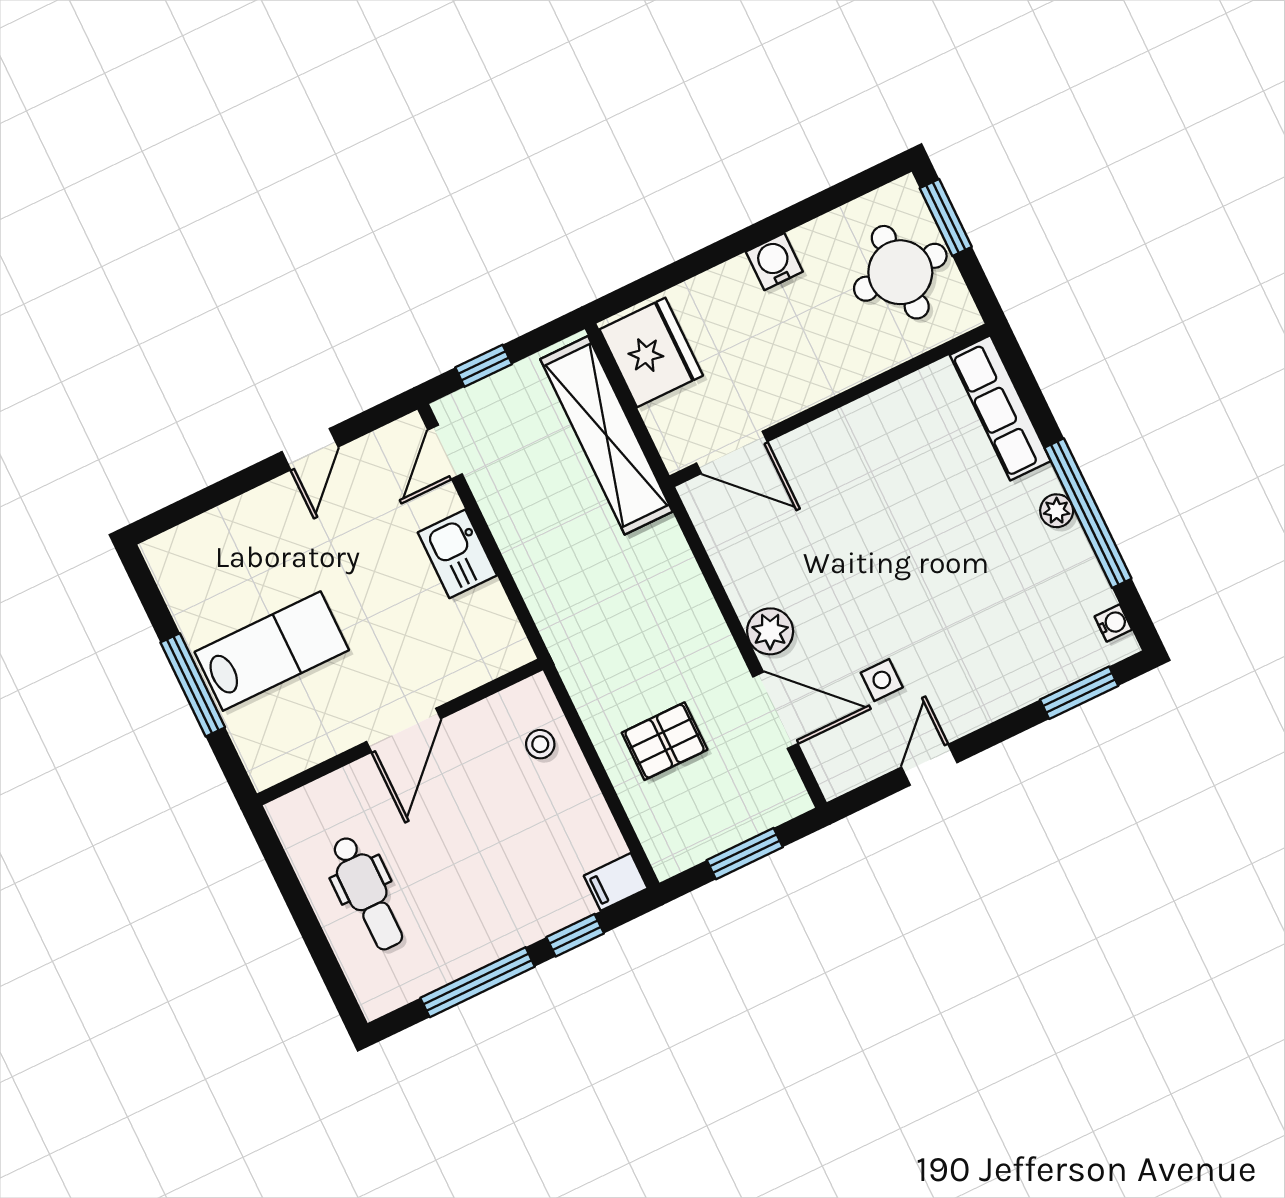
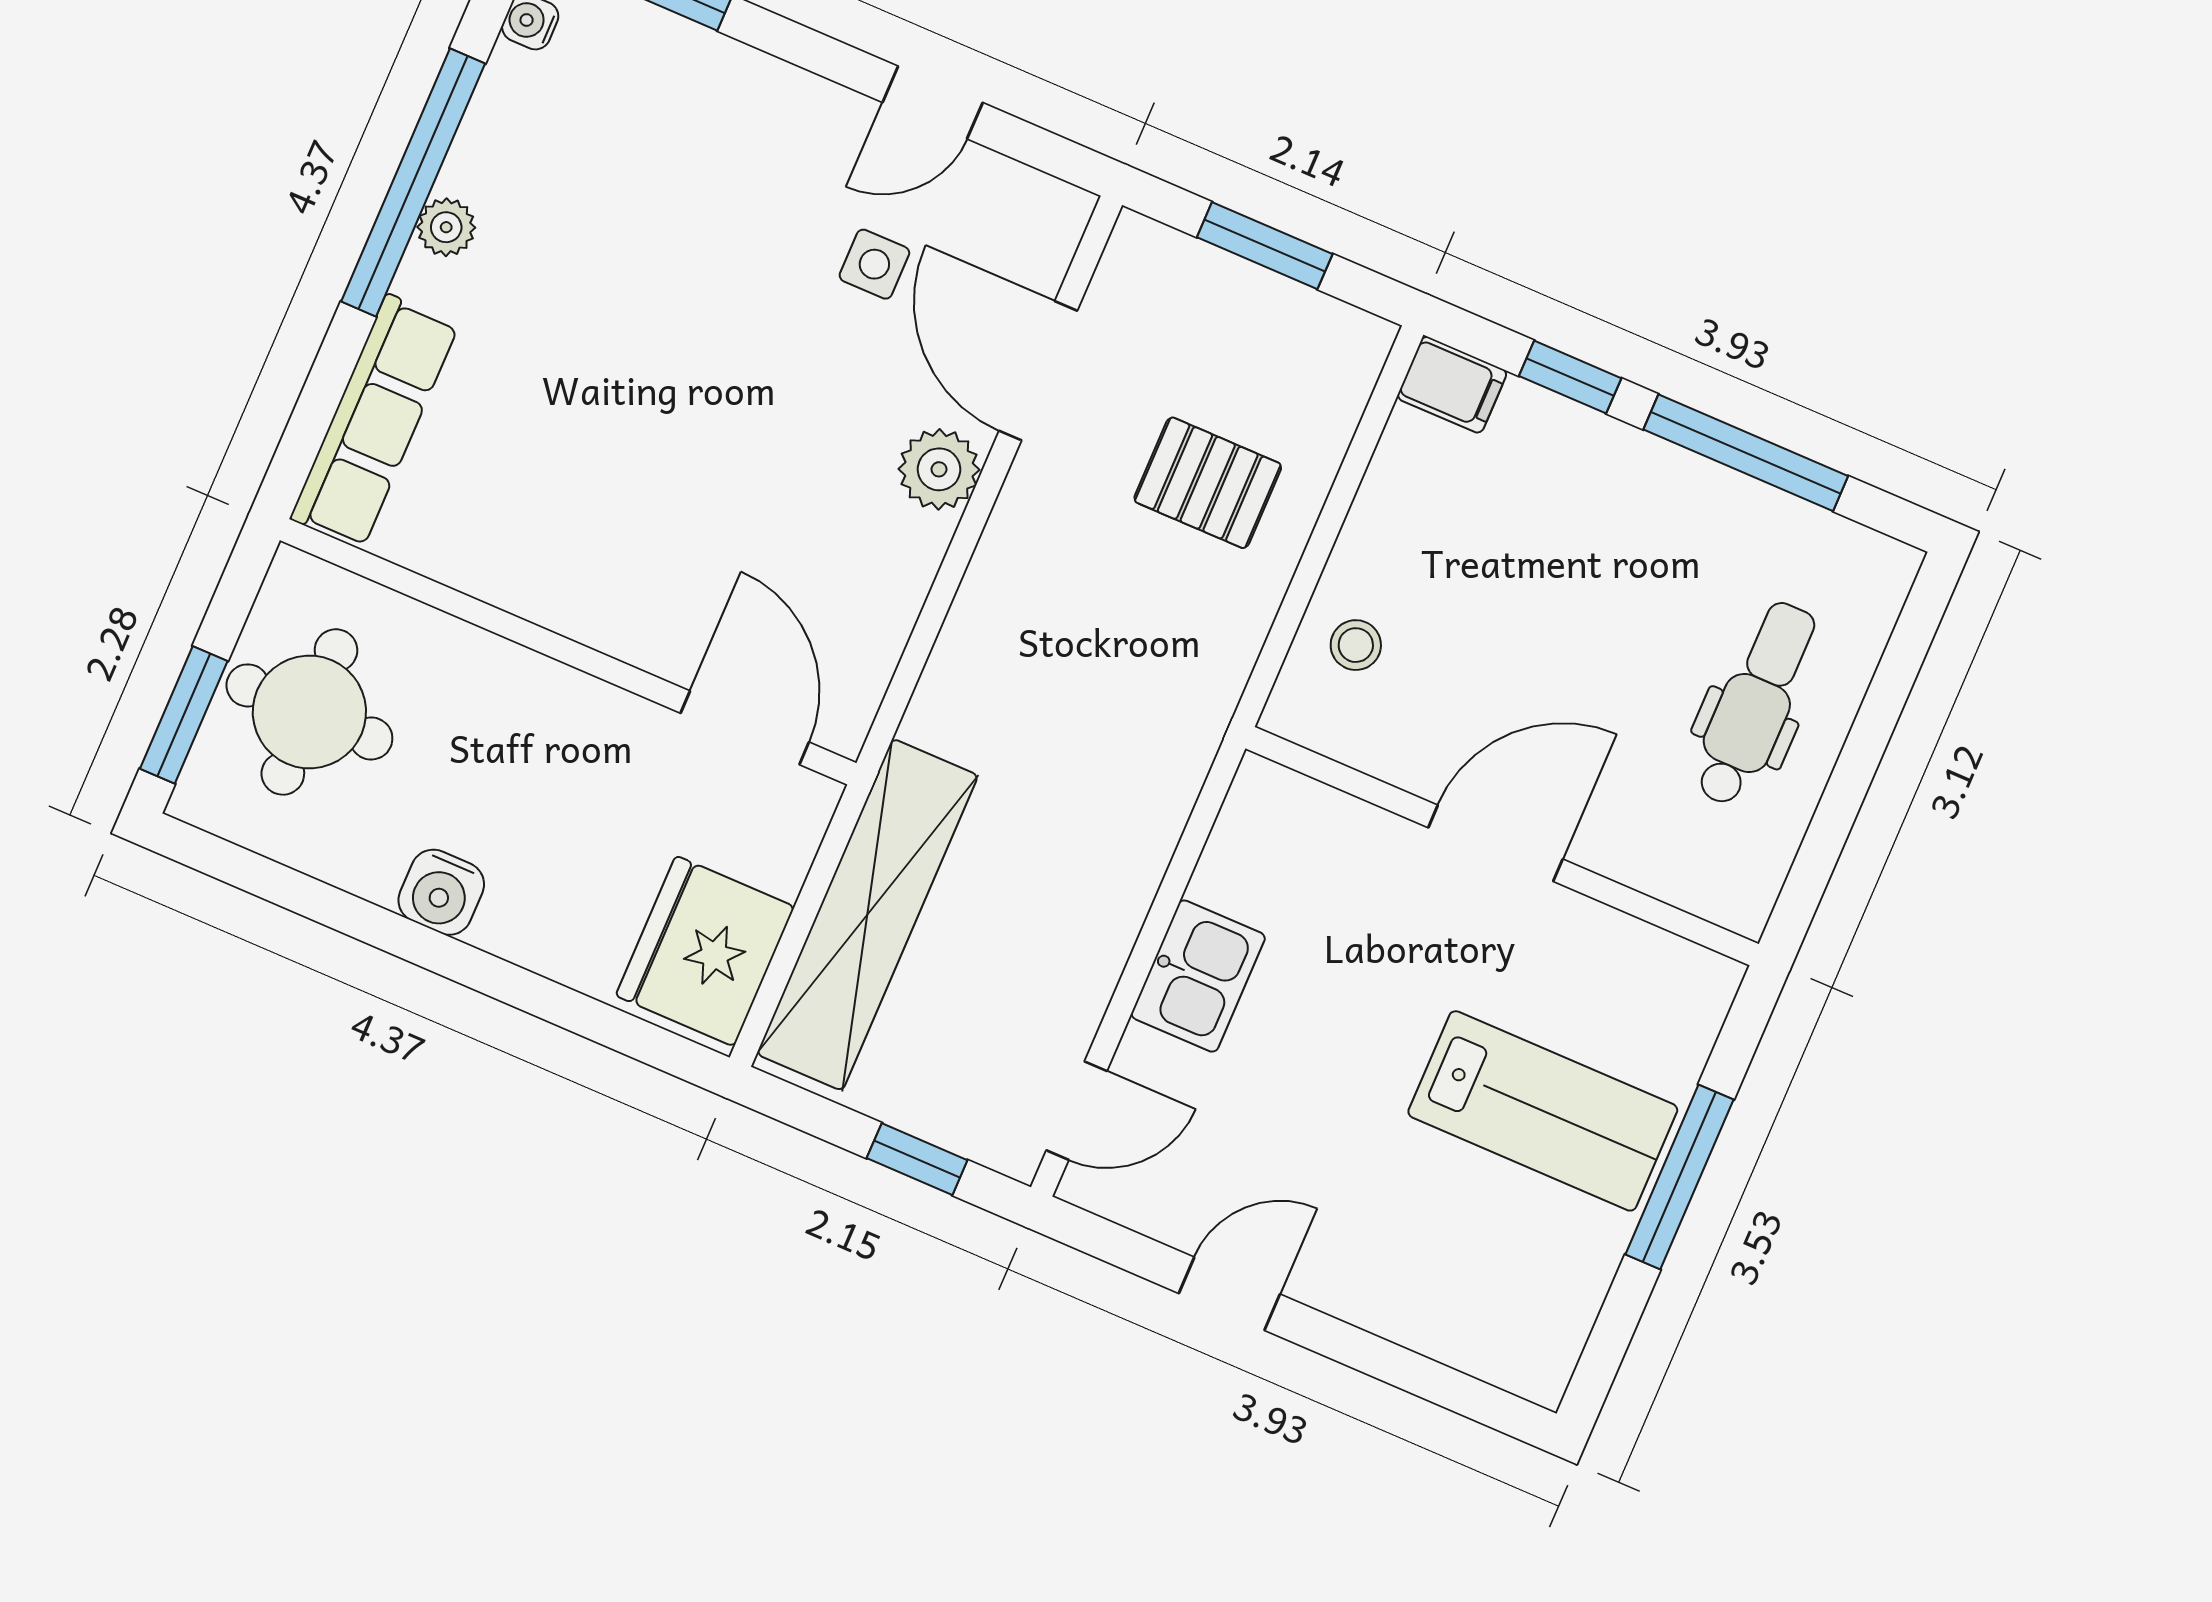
lab bench: (272, 651) -> (1543, 1111), turned 180

